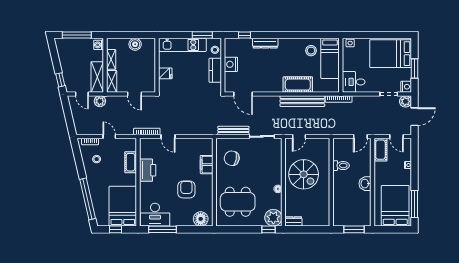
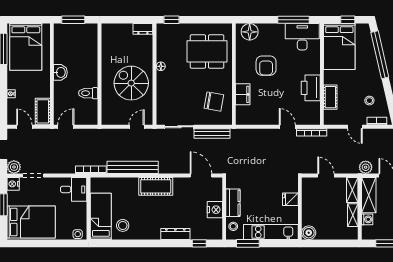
boiler: (135, 44) -> (309, 233), moved
washing machine: (99, 45) -> (367, 219), moved
cot: (298, 85) -> (156, 186), moved
plant: (273, 218) -> (166, 33), removed

